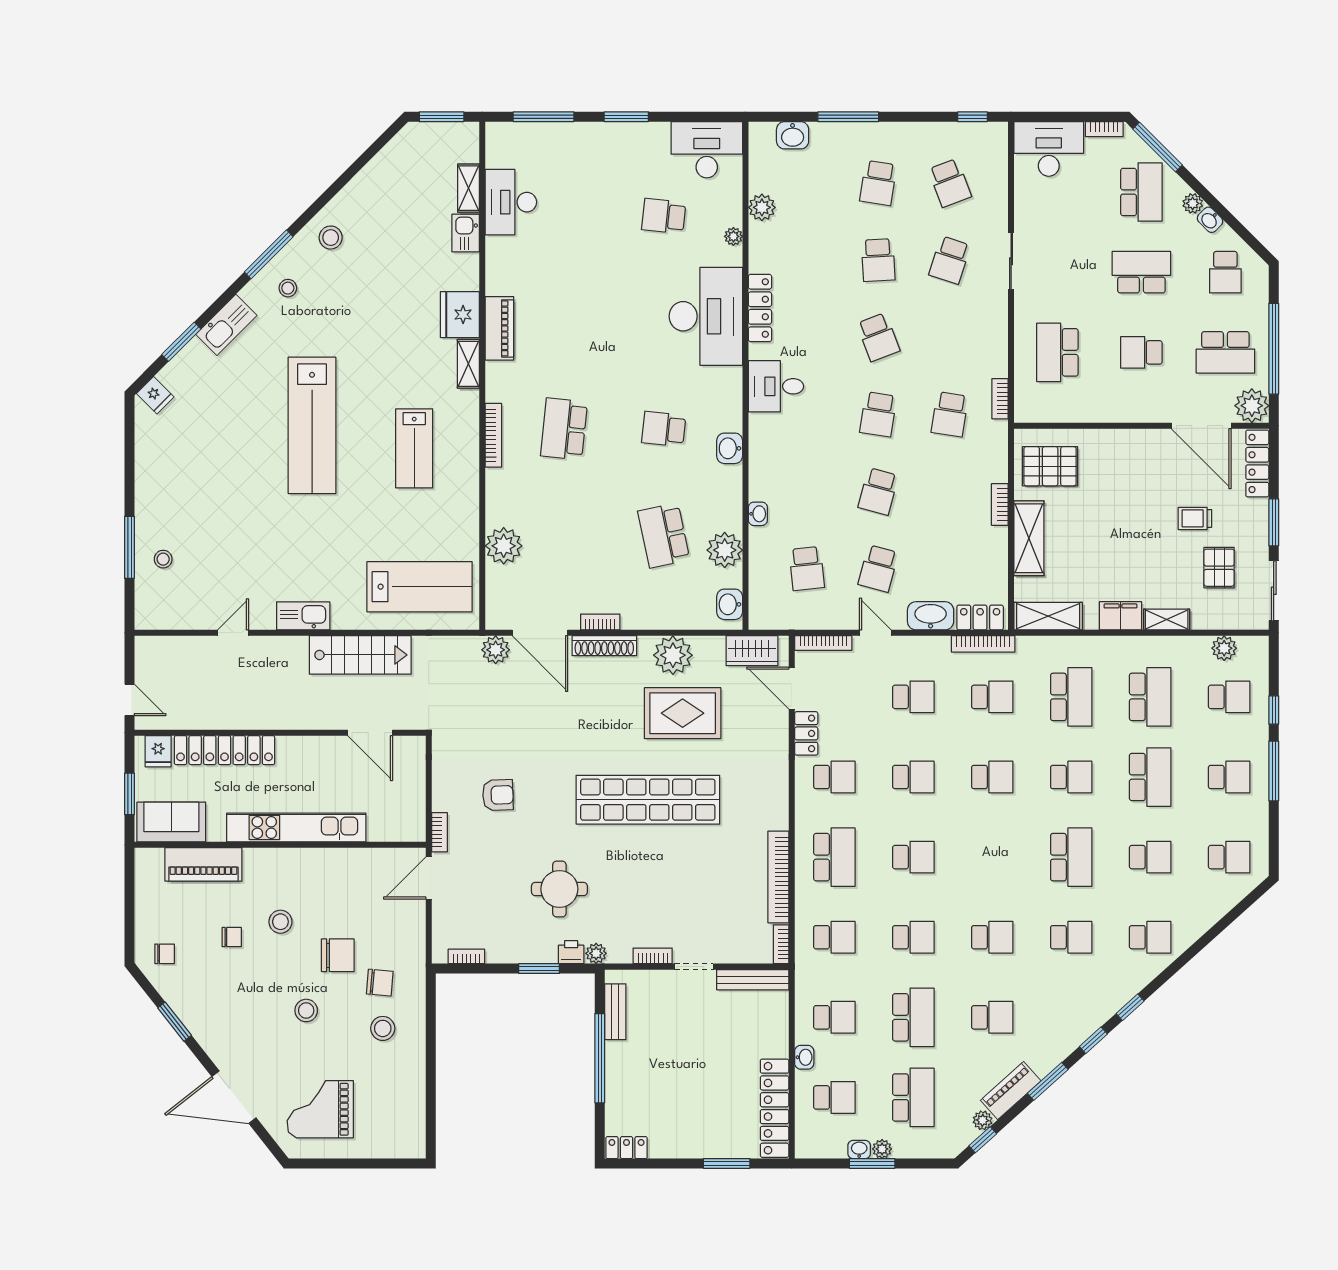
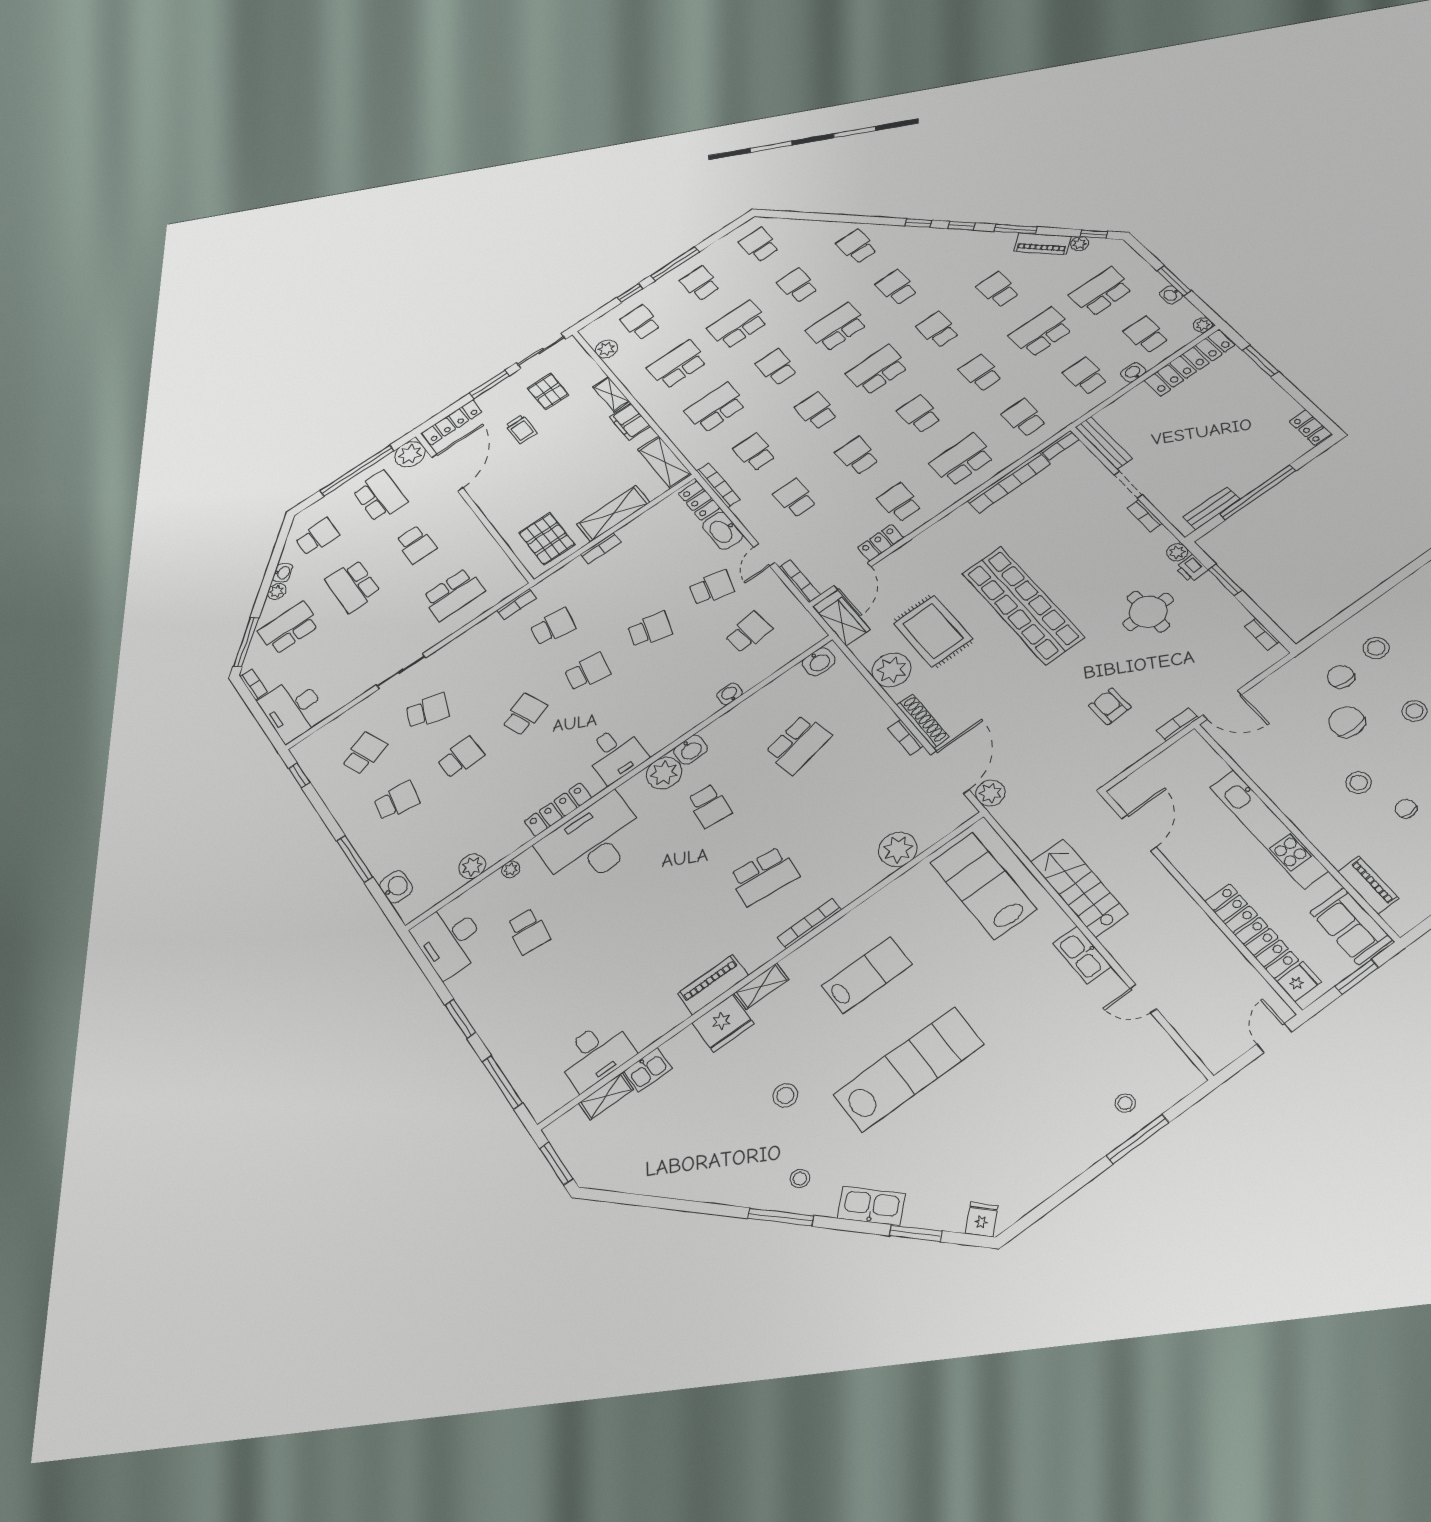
stool: (331, 238) -> (785, 1095), moved
plant: (725, 550) -> (664, 773), moved
pallet: (1219, 568) -> (548, 391), turned 90
school desk: (992, 857) -> (877, 370), added
piano: (203, 864) -> (1368, 885), width x0.73, depth x0.75
plant: (882, 1149) -> (1203, 325), moved

